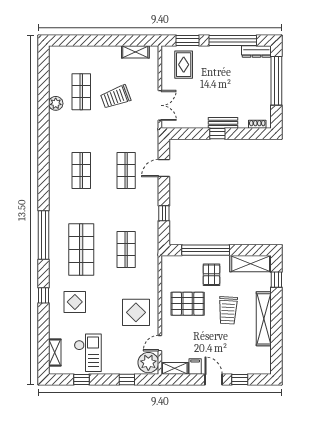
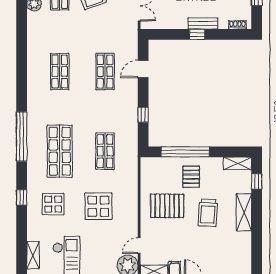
shelving: (251, 264) -> (238, 163), width x0.67, depth x0.75
display table: (136, 312) -> (98, 206), moved
shelving: (264, 319) -> (244, 212), width x0.68

